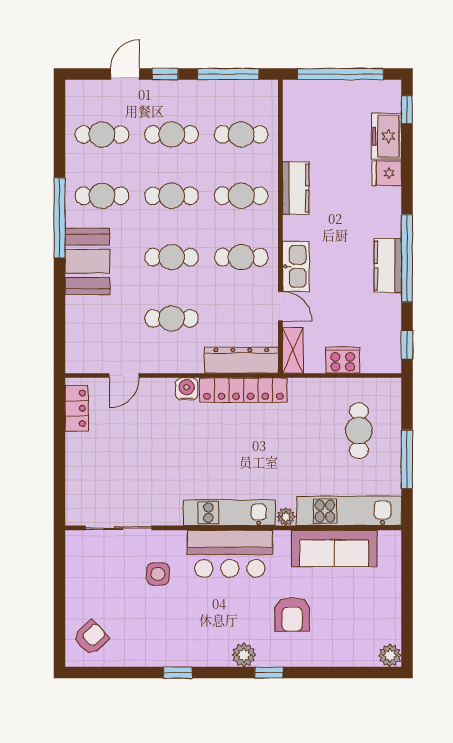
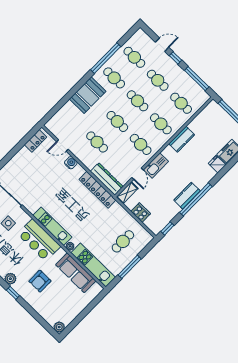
window: (60, 218) -> (106, 58), moved
water cooler: (187, 389) -> (71, 163), moved

